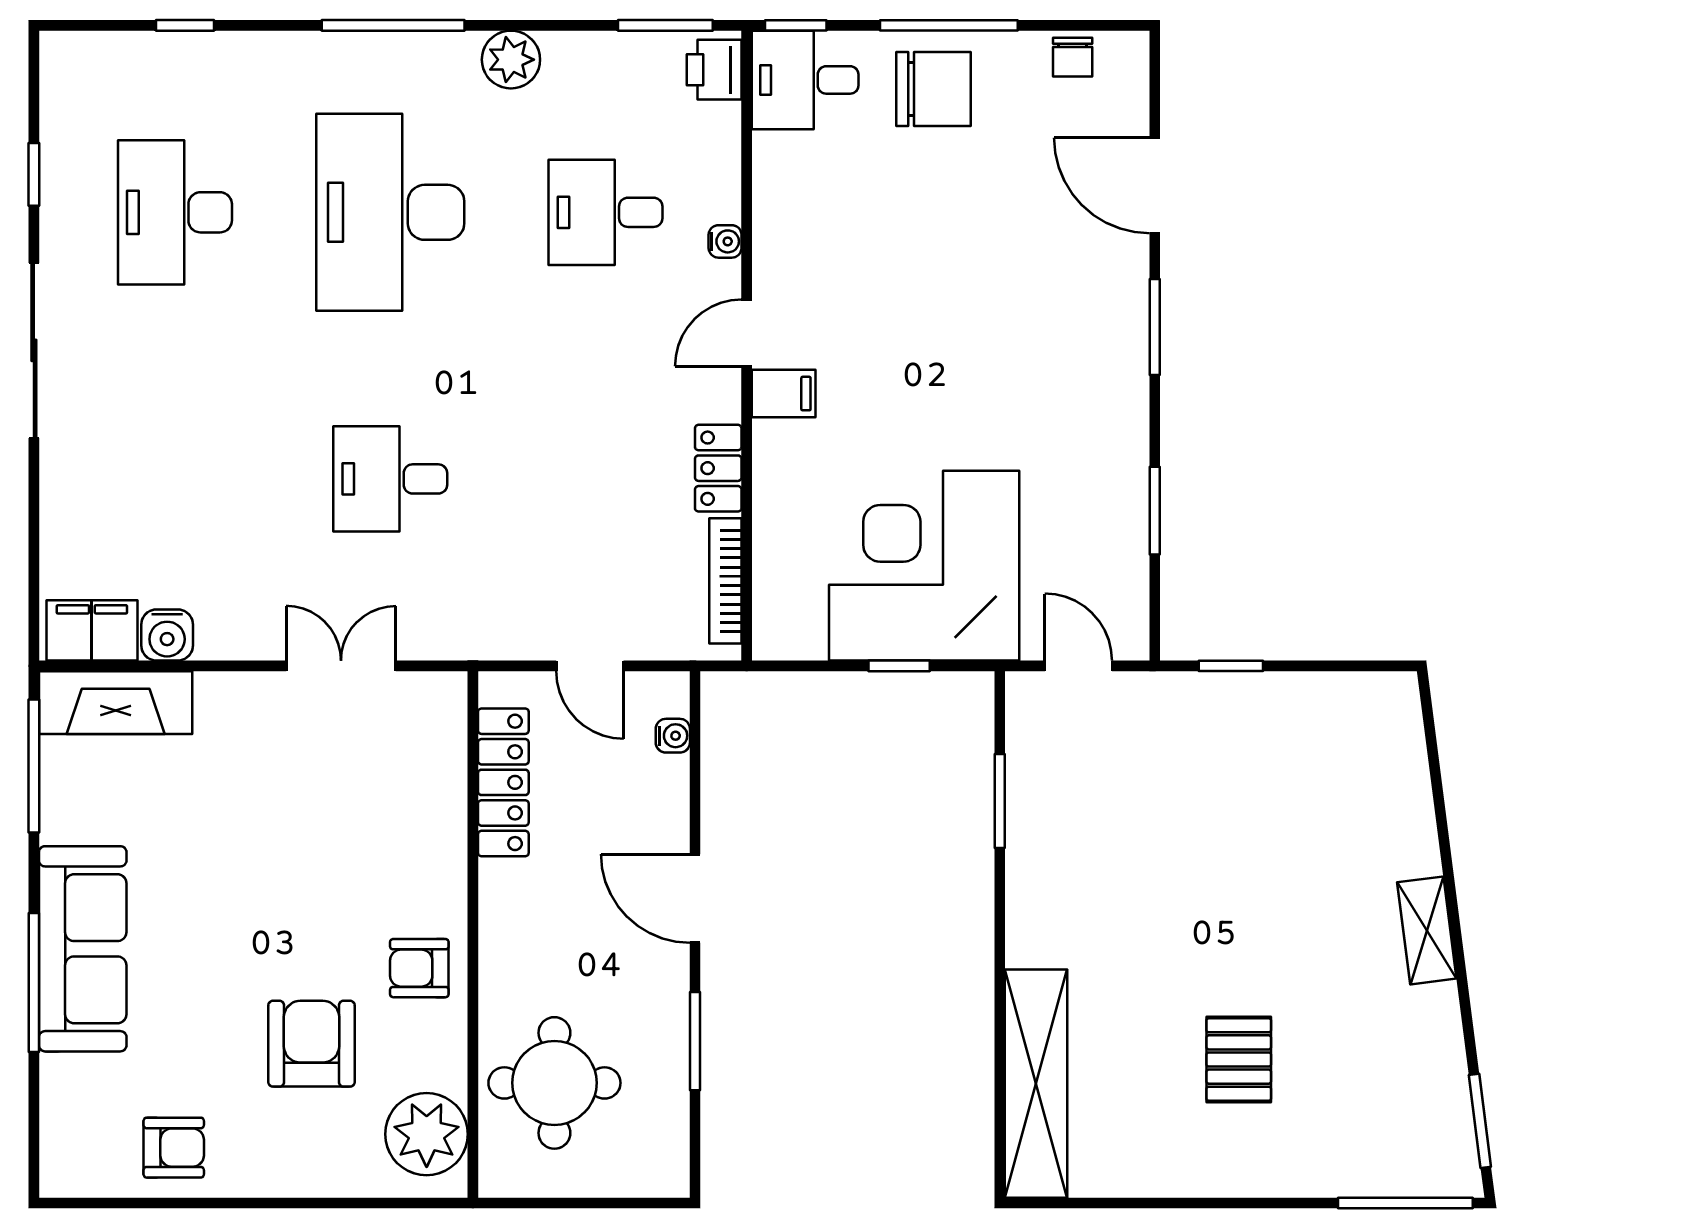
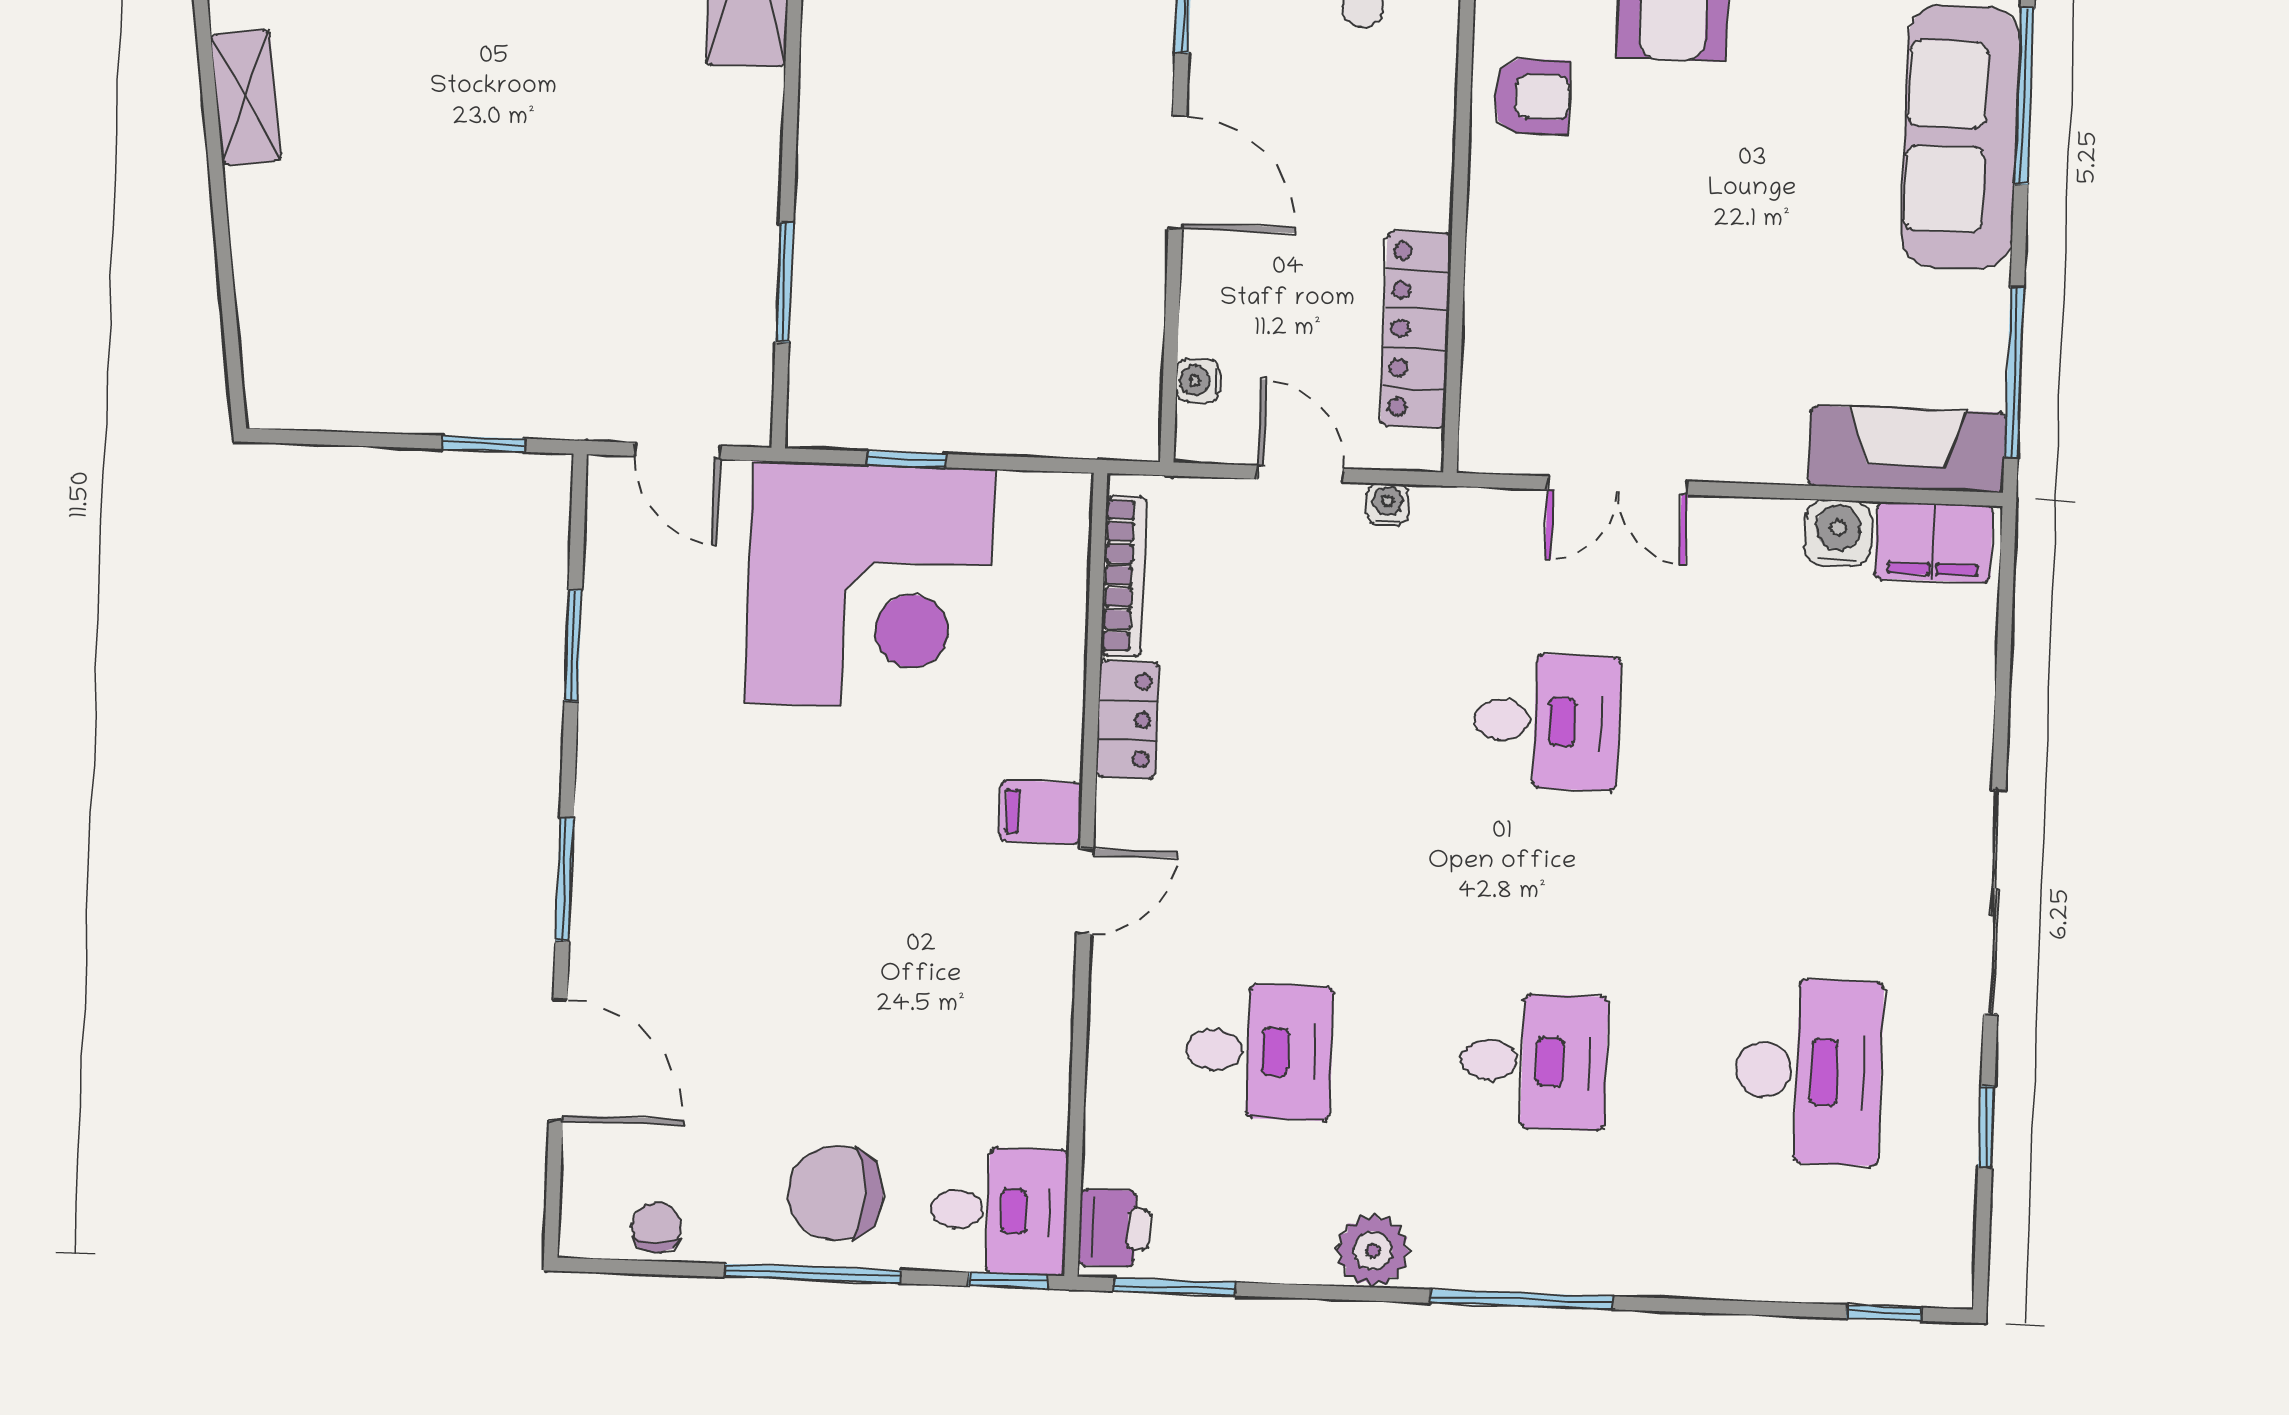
window: (185, 25) -> (1884, 1313), moved
desk: (390, 212) -> (1534, 1061), width x0.53, depth x0.77
water cooler: (725, 241) -> (1388, 504), moved, turned 90

